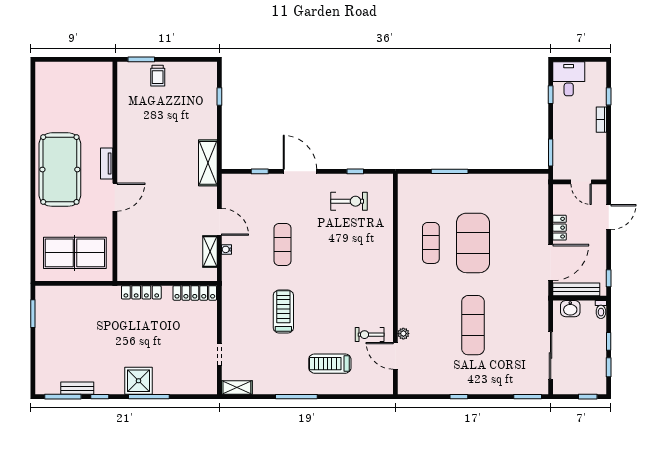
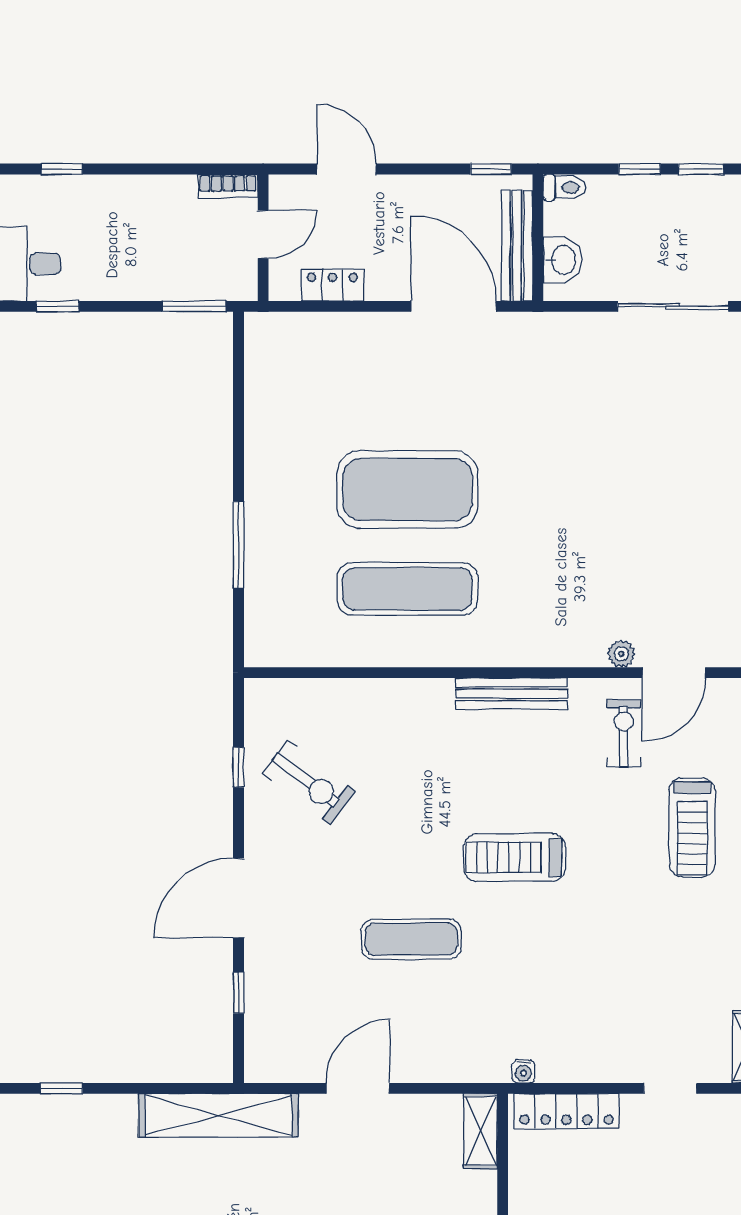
bookcase: (601, 120) -> (228, 186), moved
shelving: (208, 163) -> (218, 1115), width x1.47
exercise bike: (349, 201) -> (309, 782), turned 127
locker: (559, 228) -> (332, 285), moved
exercise mat: (431, 243) -> (407, 589), width x1.36, depth x1.45
water cooler: (226, 249) -> (523, 1071), moved
shelving: (210, 252) -> (481, 1131), moved, turned 90
bench: (387, 287) -> (512, 694), added
locker: (195, 293) -> (567, 1111), moved, turned 90
treadmill: (283, 312) -> (515, 857), moved
exercise mat: (473, 325) -> (601, 490), removed
exercise bike: (370, 335) -> (624, 734), turned 180

